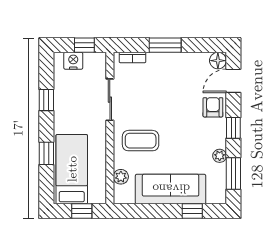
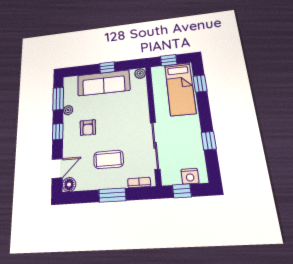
sliding door: (110, 100) -> (155, 145), width x1.37
armchair: (213, 107) -> (88, 128), moved
coffee table: (141, 141) -> (109, 159), moved
window: (46, 153) -> (200, 84), moved
plant: (121, 177) -> (140, 74), moved
window: (192, 211) -> (107, 67), moved

